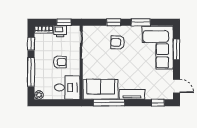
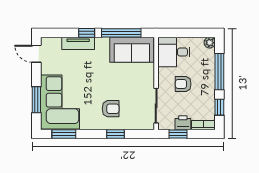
window: (141, 22) -> (64, 134), moved
tv unit: (132, 94) -> (78, 43), moved
window: (158, 103) -> (87, 33), moved

